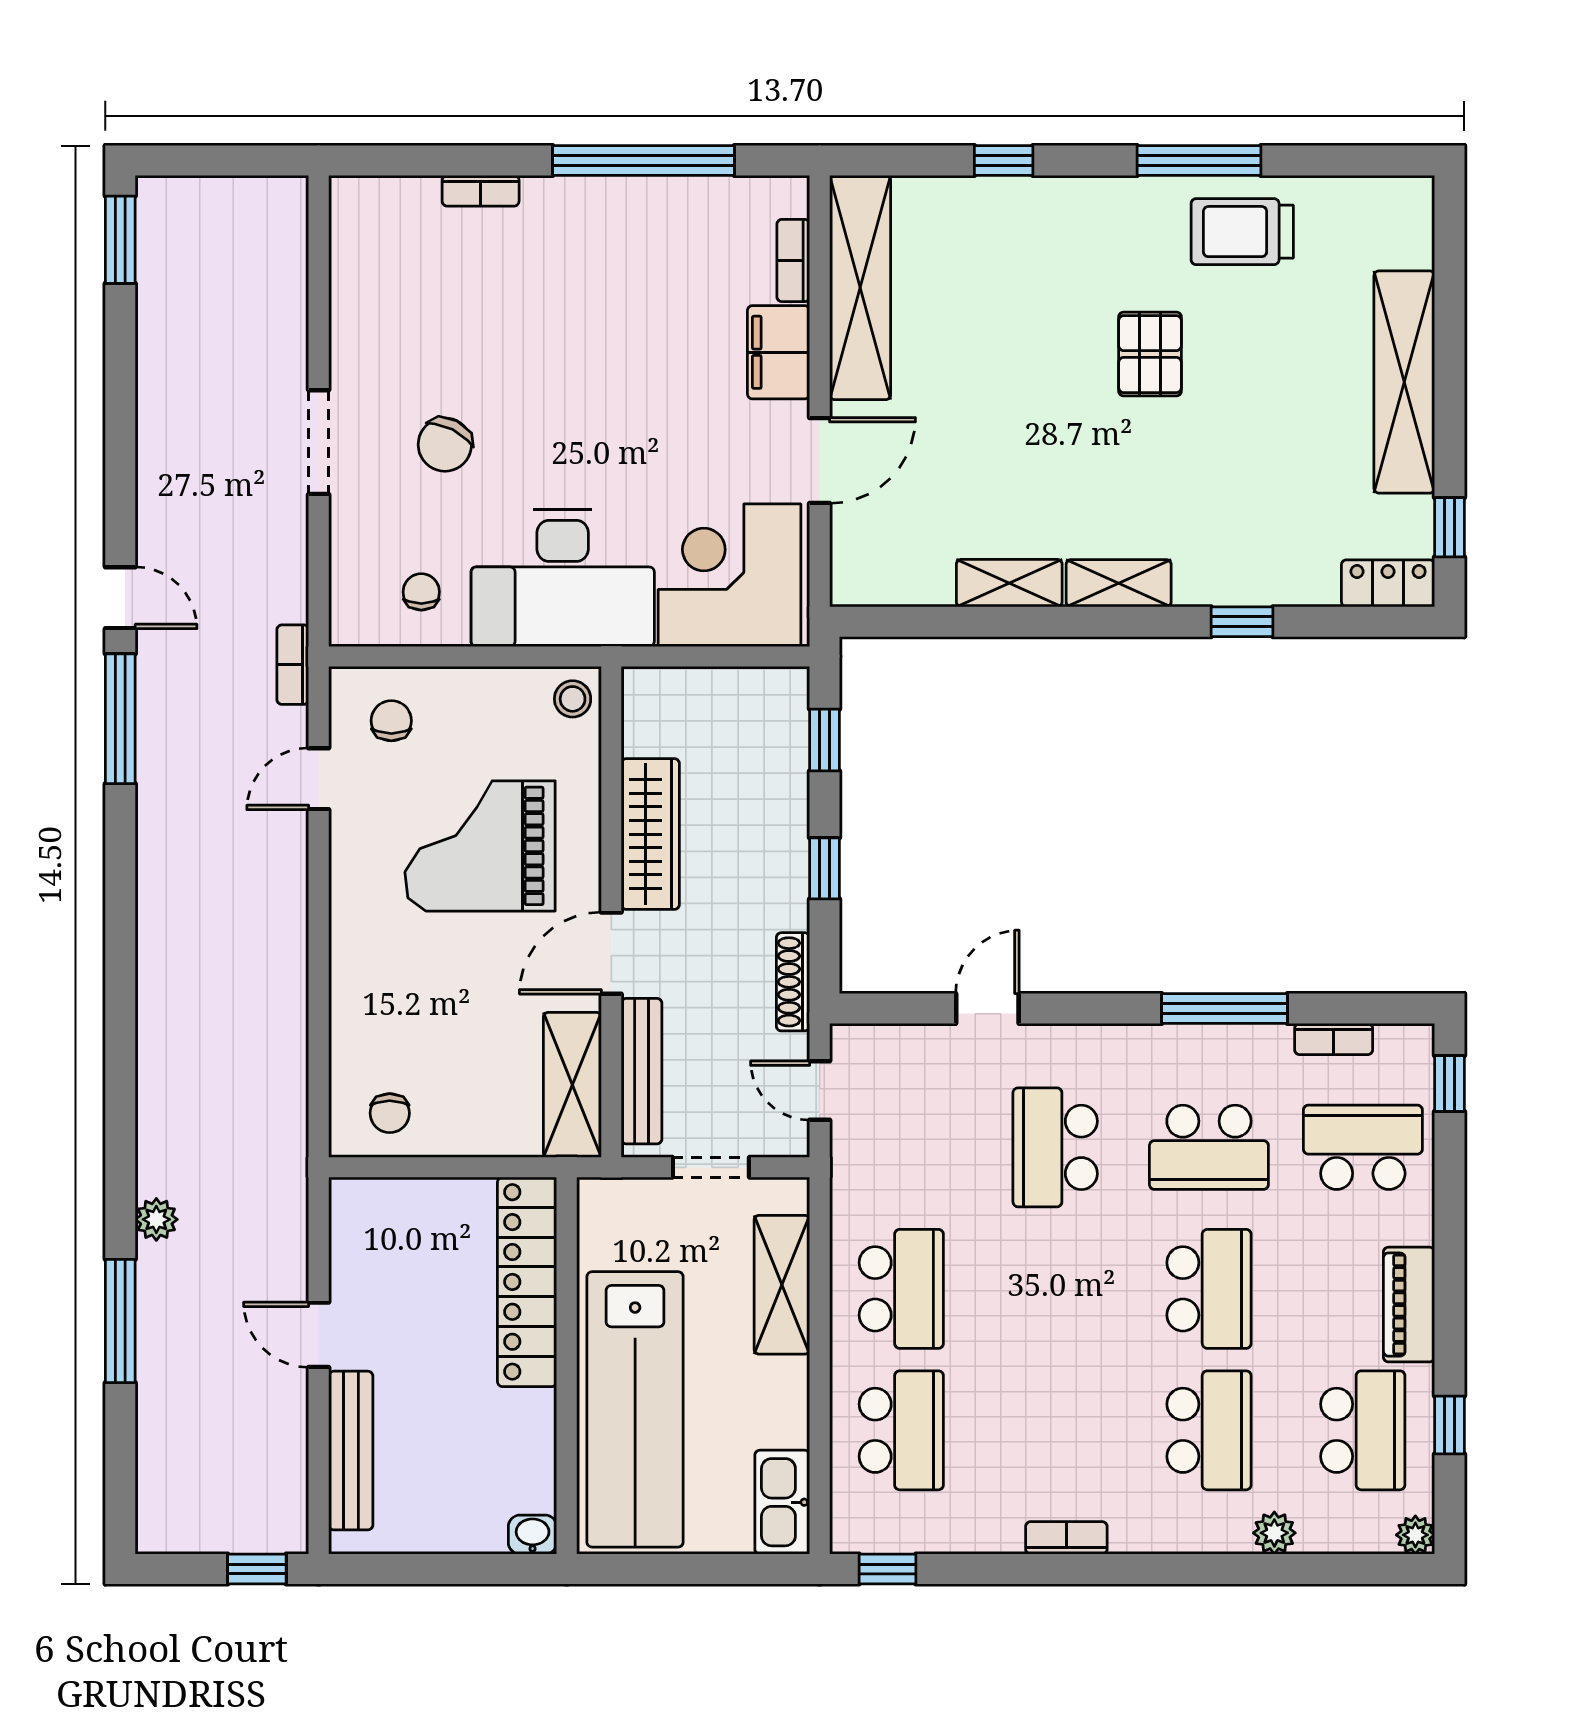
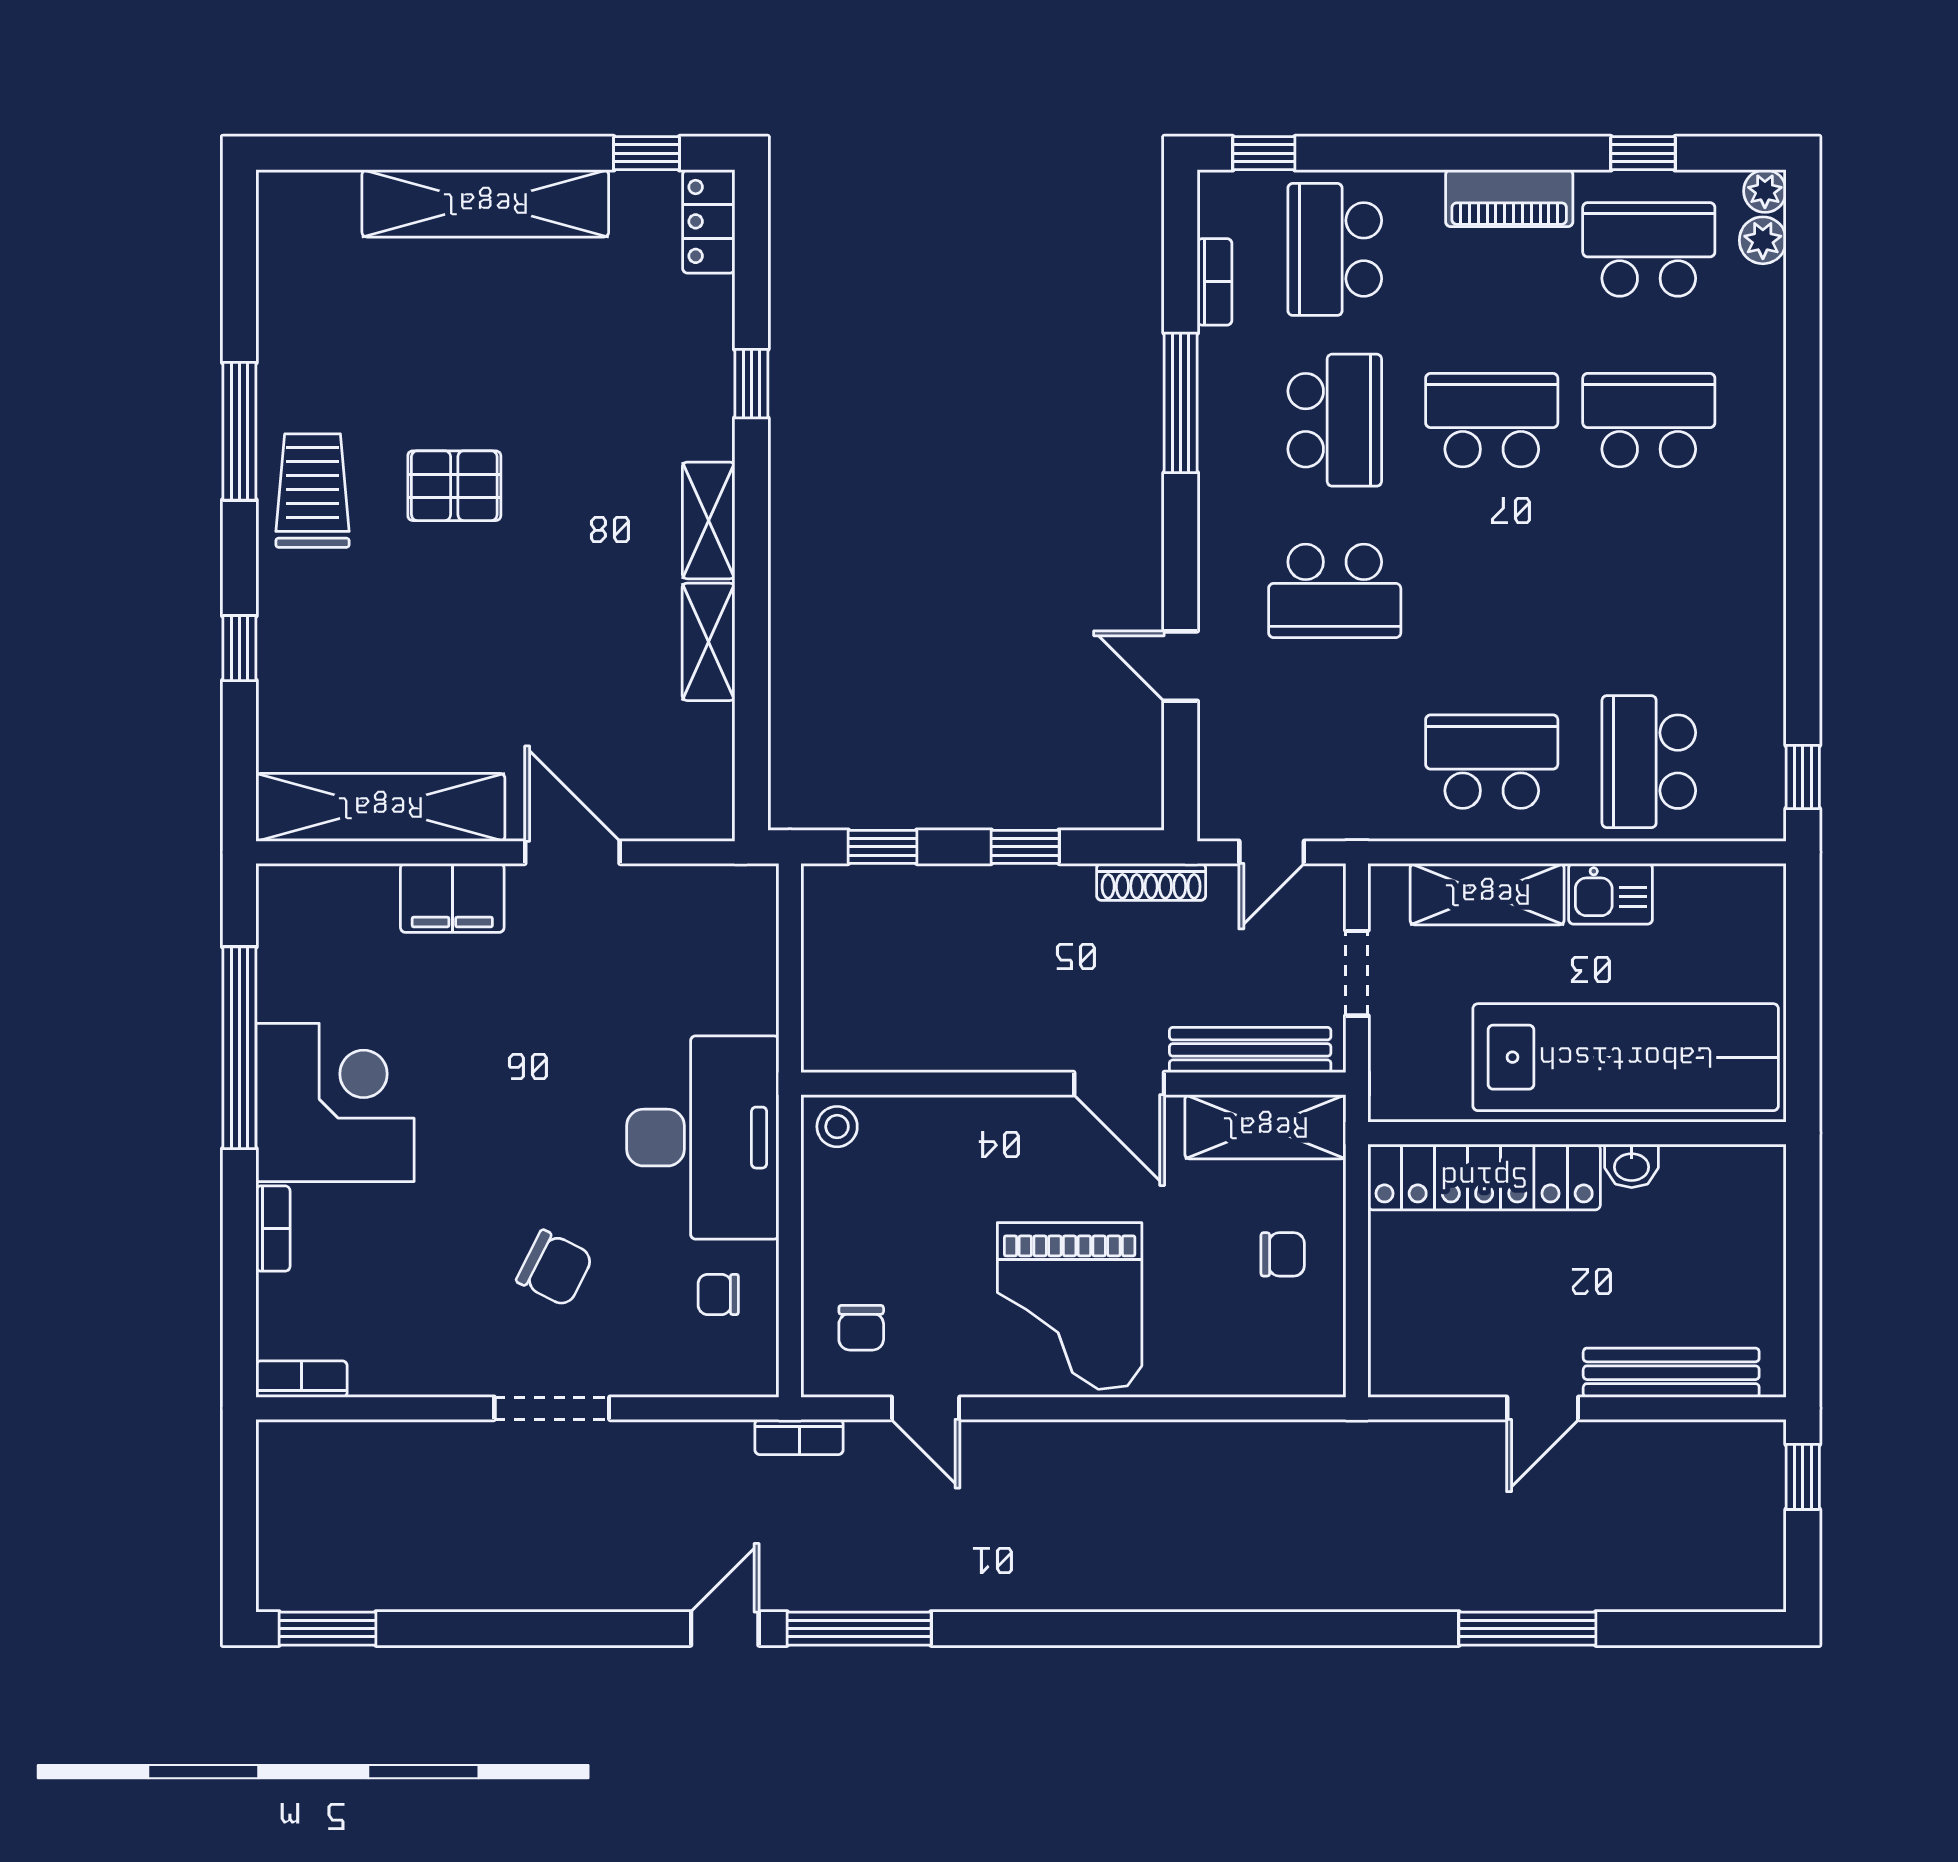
trolley: (1242, 232) -> (313, 491), moved, turned 180
bookcase: (793, 260) -> (302, 1379), moved, turned 180
corner desk: (730, 575) -> (335, 1102), moved, turned 180
chair: (391, 721) -> (861, 1328), turned -90
wardrobe: (650, 834) -> (987, 1040), removed
grand piano: (480, 846) -> (1070, 1306), moved
chair: (390, 1113) -> (1283, 1254), moved
plant: (156, 1219) -> (1415, 1589), removed
school desk: (901, 1430) -> (1649, 762), turned -90
kitchen sink: (782, 1502) -> (1611, 894), moved, width x0.73
plant: (1274, 1533) -> (1763, 240), moved
washbasin: (533, 1535) -> (1632, 1166), moved, turned -90
bookcase: (1066, 1538) -> (1768, 578), removed

